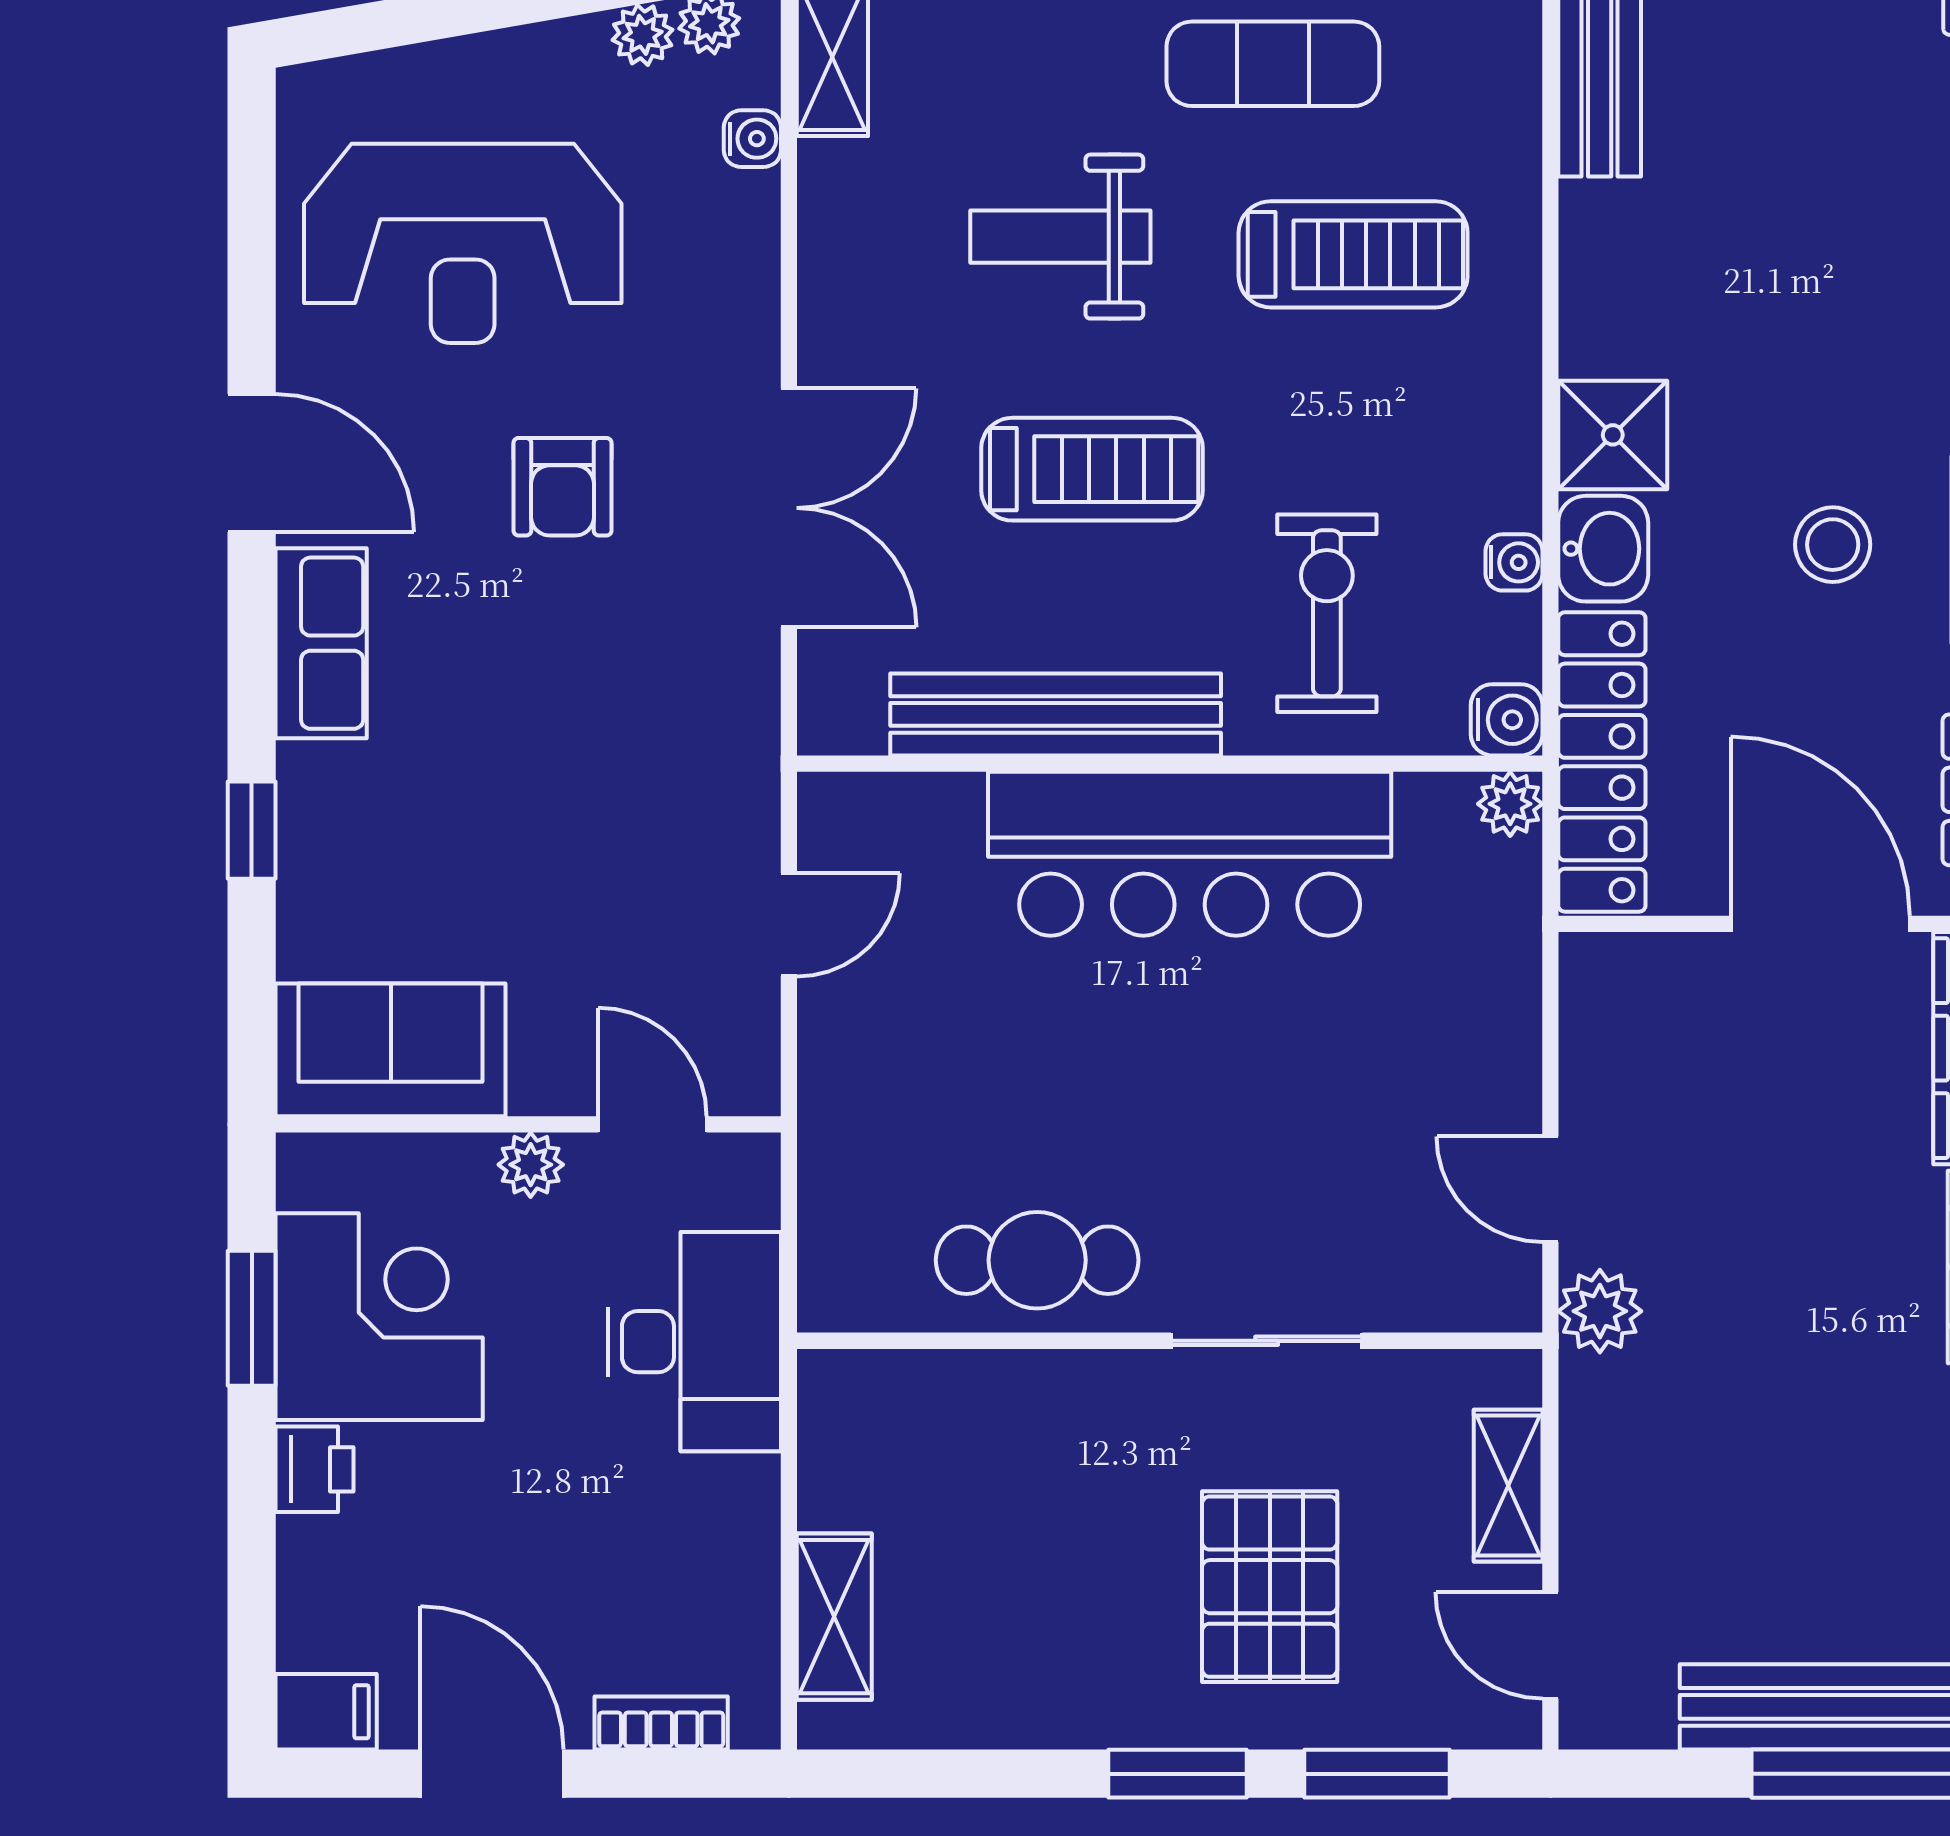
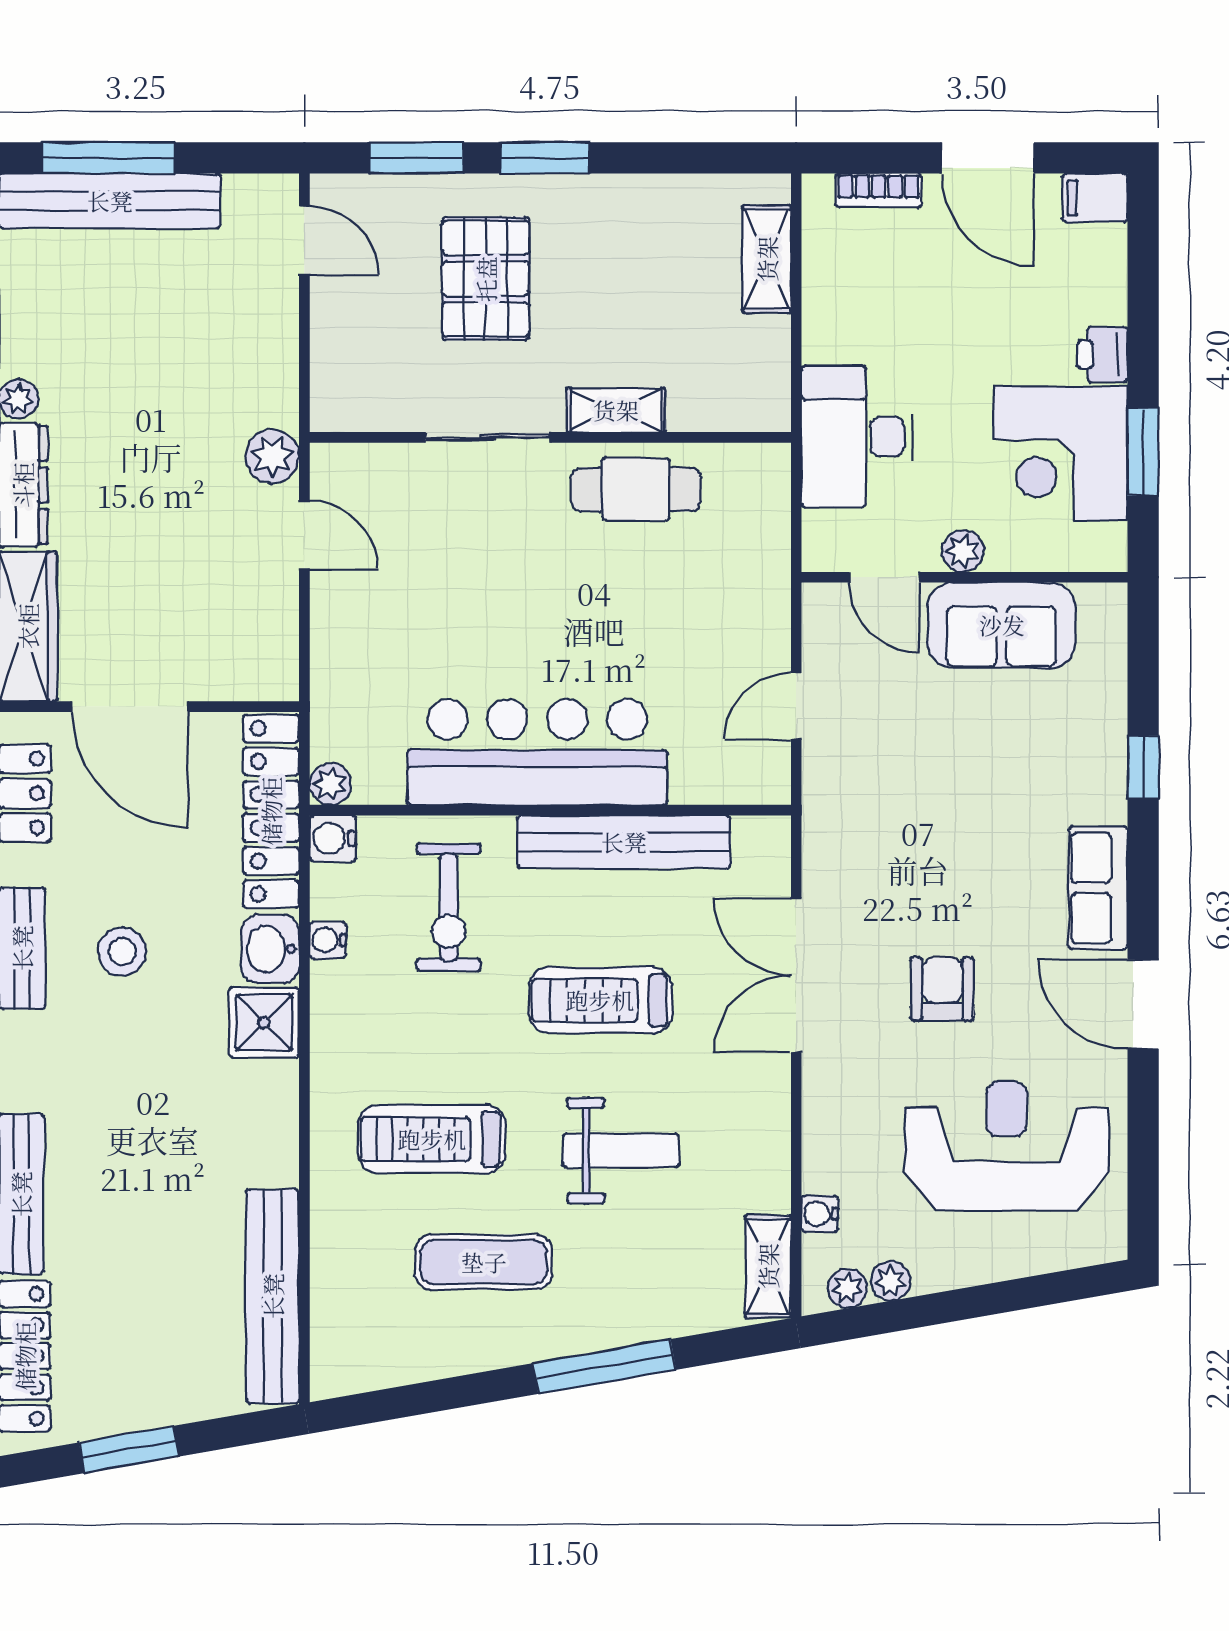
sofa: (391, 1050) -> (1002, 625), moved
shelving: (1508, 1486) -> (616, 410), moved, turned 90

